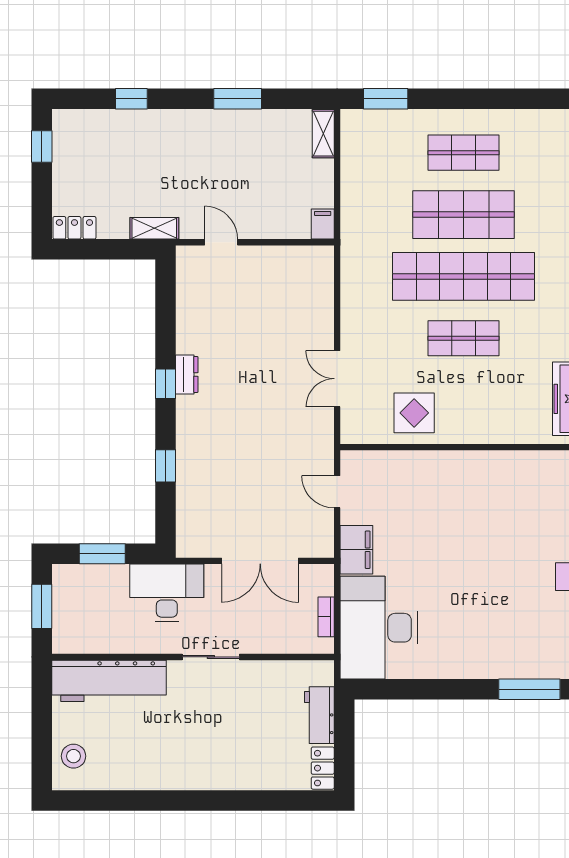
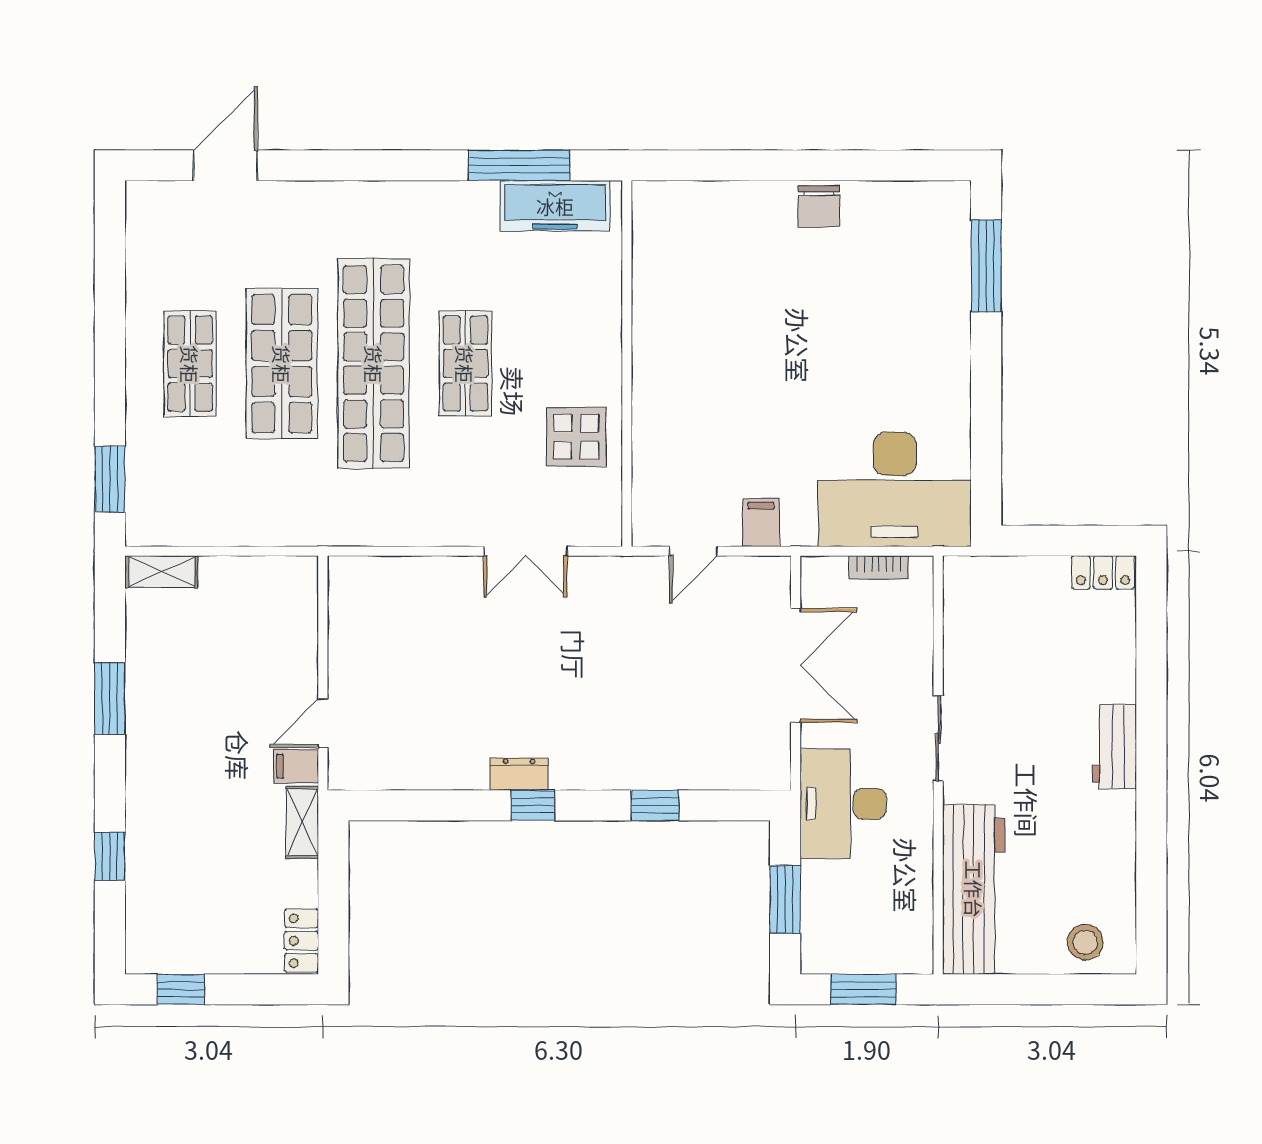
filing cabinet: (323, 224) -> (296, 766), moved
filing cabinet: (356, 550) -> (761, 523), width x0.50
workbench: (319, 715) -> (1114, 747), moved, turned 90

